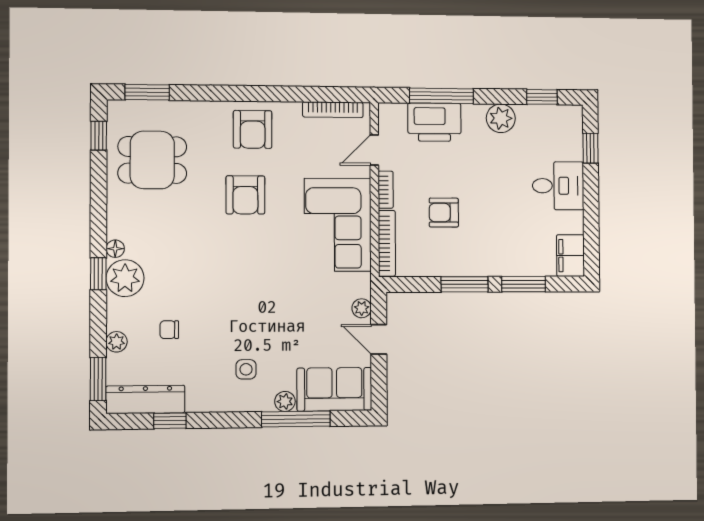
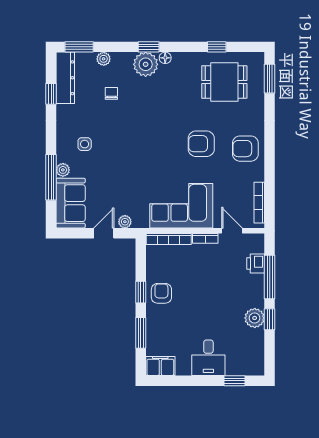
window: (542, 97) -> (270, 319), moved
printer: (434, 122) -> (256, 264), width x0.53, depth x0.68
window: (99, 136) -> (217, 47), moved
dining table: (152, 160) -> (224, 82), turned 90
armchair: (444, 213) -> (161, 293), moved
window: (465, 284) -> (141, 292), width x0.67

